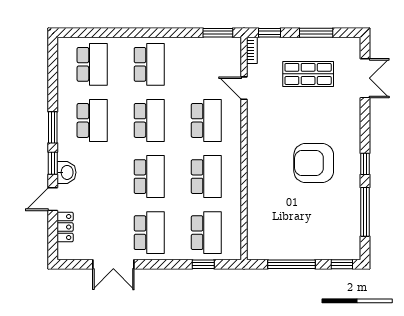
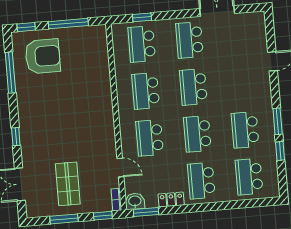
shop shelf: (308, 74) -> (68, 184), turned 90
window: (53, 163) -> (280, 151), moved
armchair: (314, 163) -> (43, 56), moved
window: (365, 164) -> (16, 137), moved
washbasin: (67, 172) -> (135, 201), moved, turned 90
locker: (65, 227) -> (171, 200), moved, turned 90

